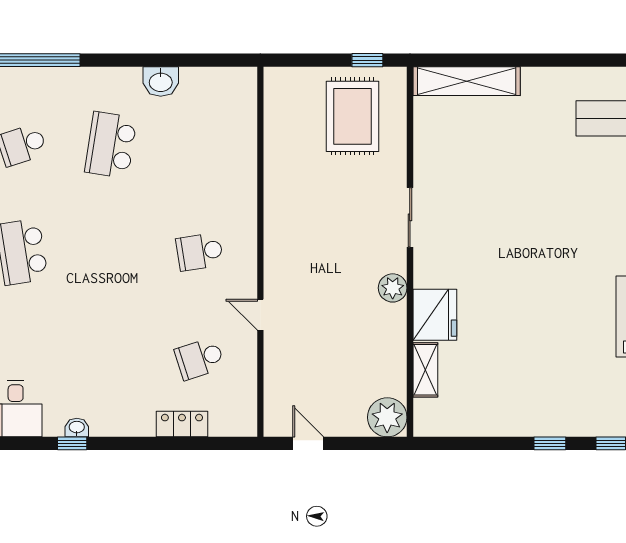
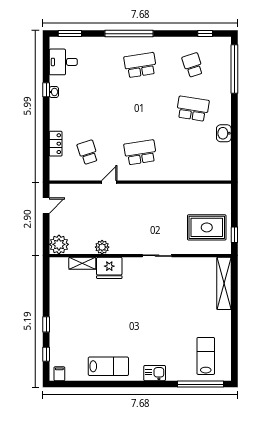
school desk: (200, 252) -> (140, 152), width x1.85
plant: (393, 288) -> (102, 247), moved

